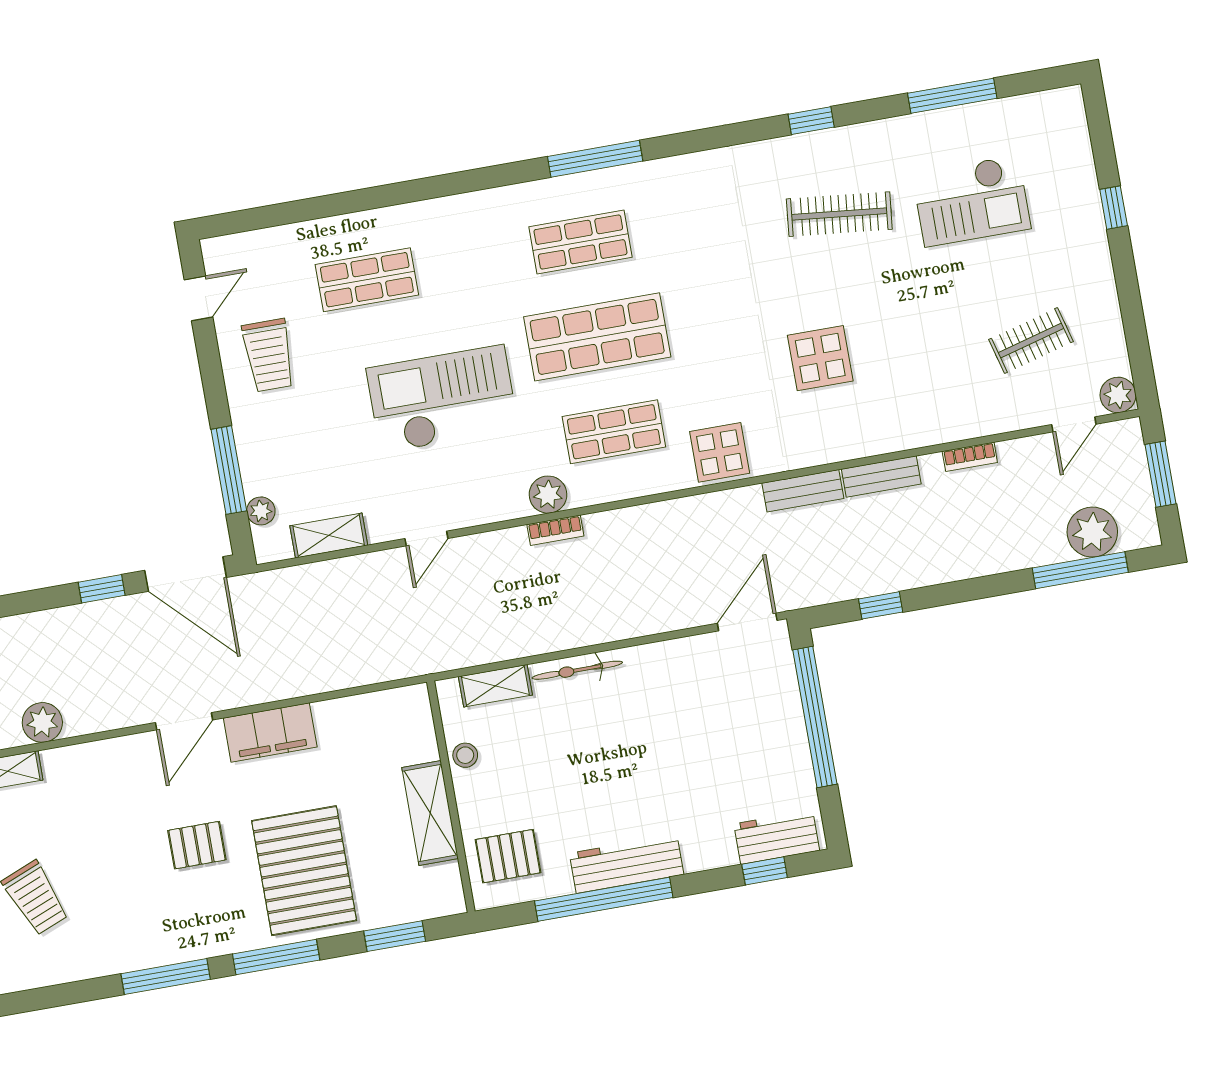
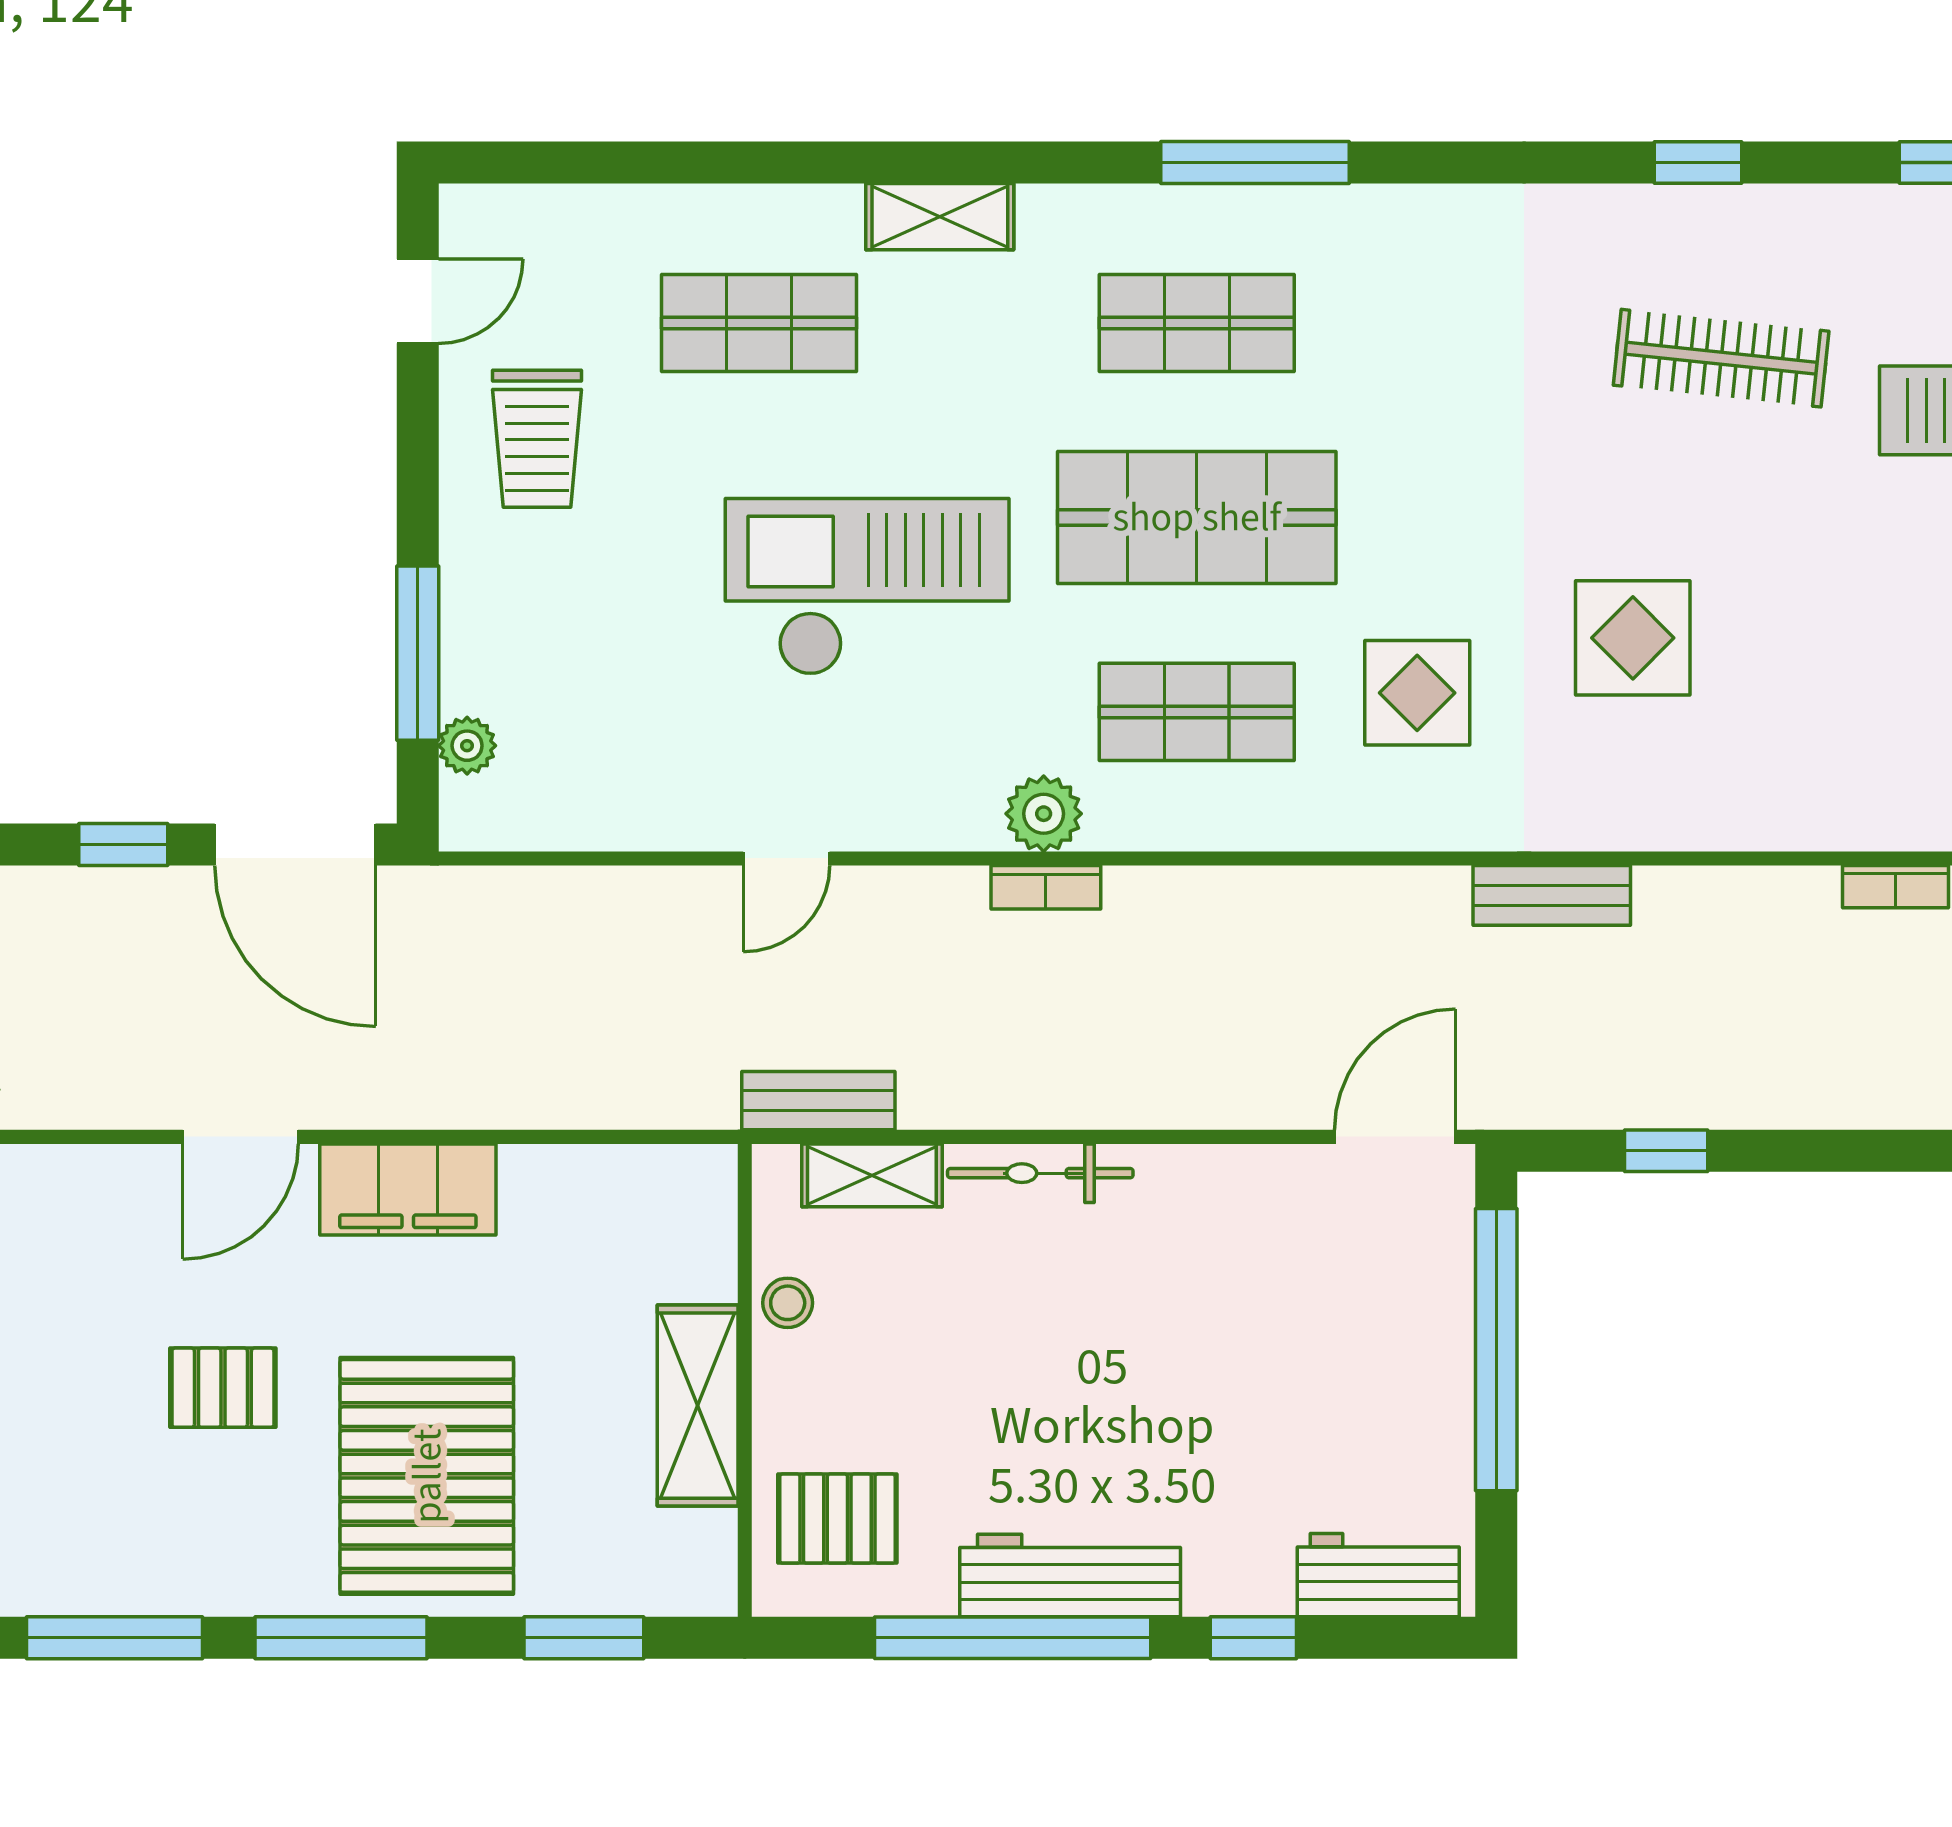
display table: (720, 452) -> (1417, 693), moved
bench: (881, 476) -> (818, 1101), moved
shelving: (329, 536) -> (940, 217), moved
window: (765, 871) -> (1253, 1638), moved

